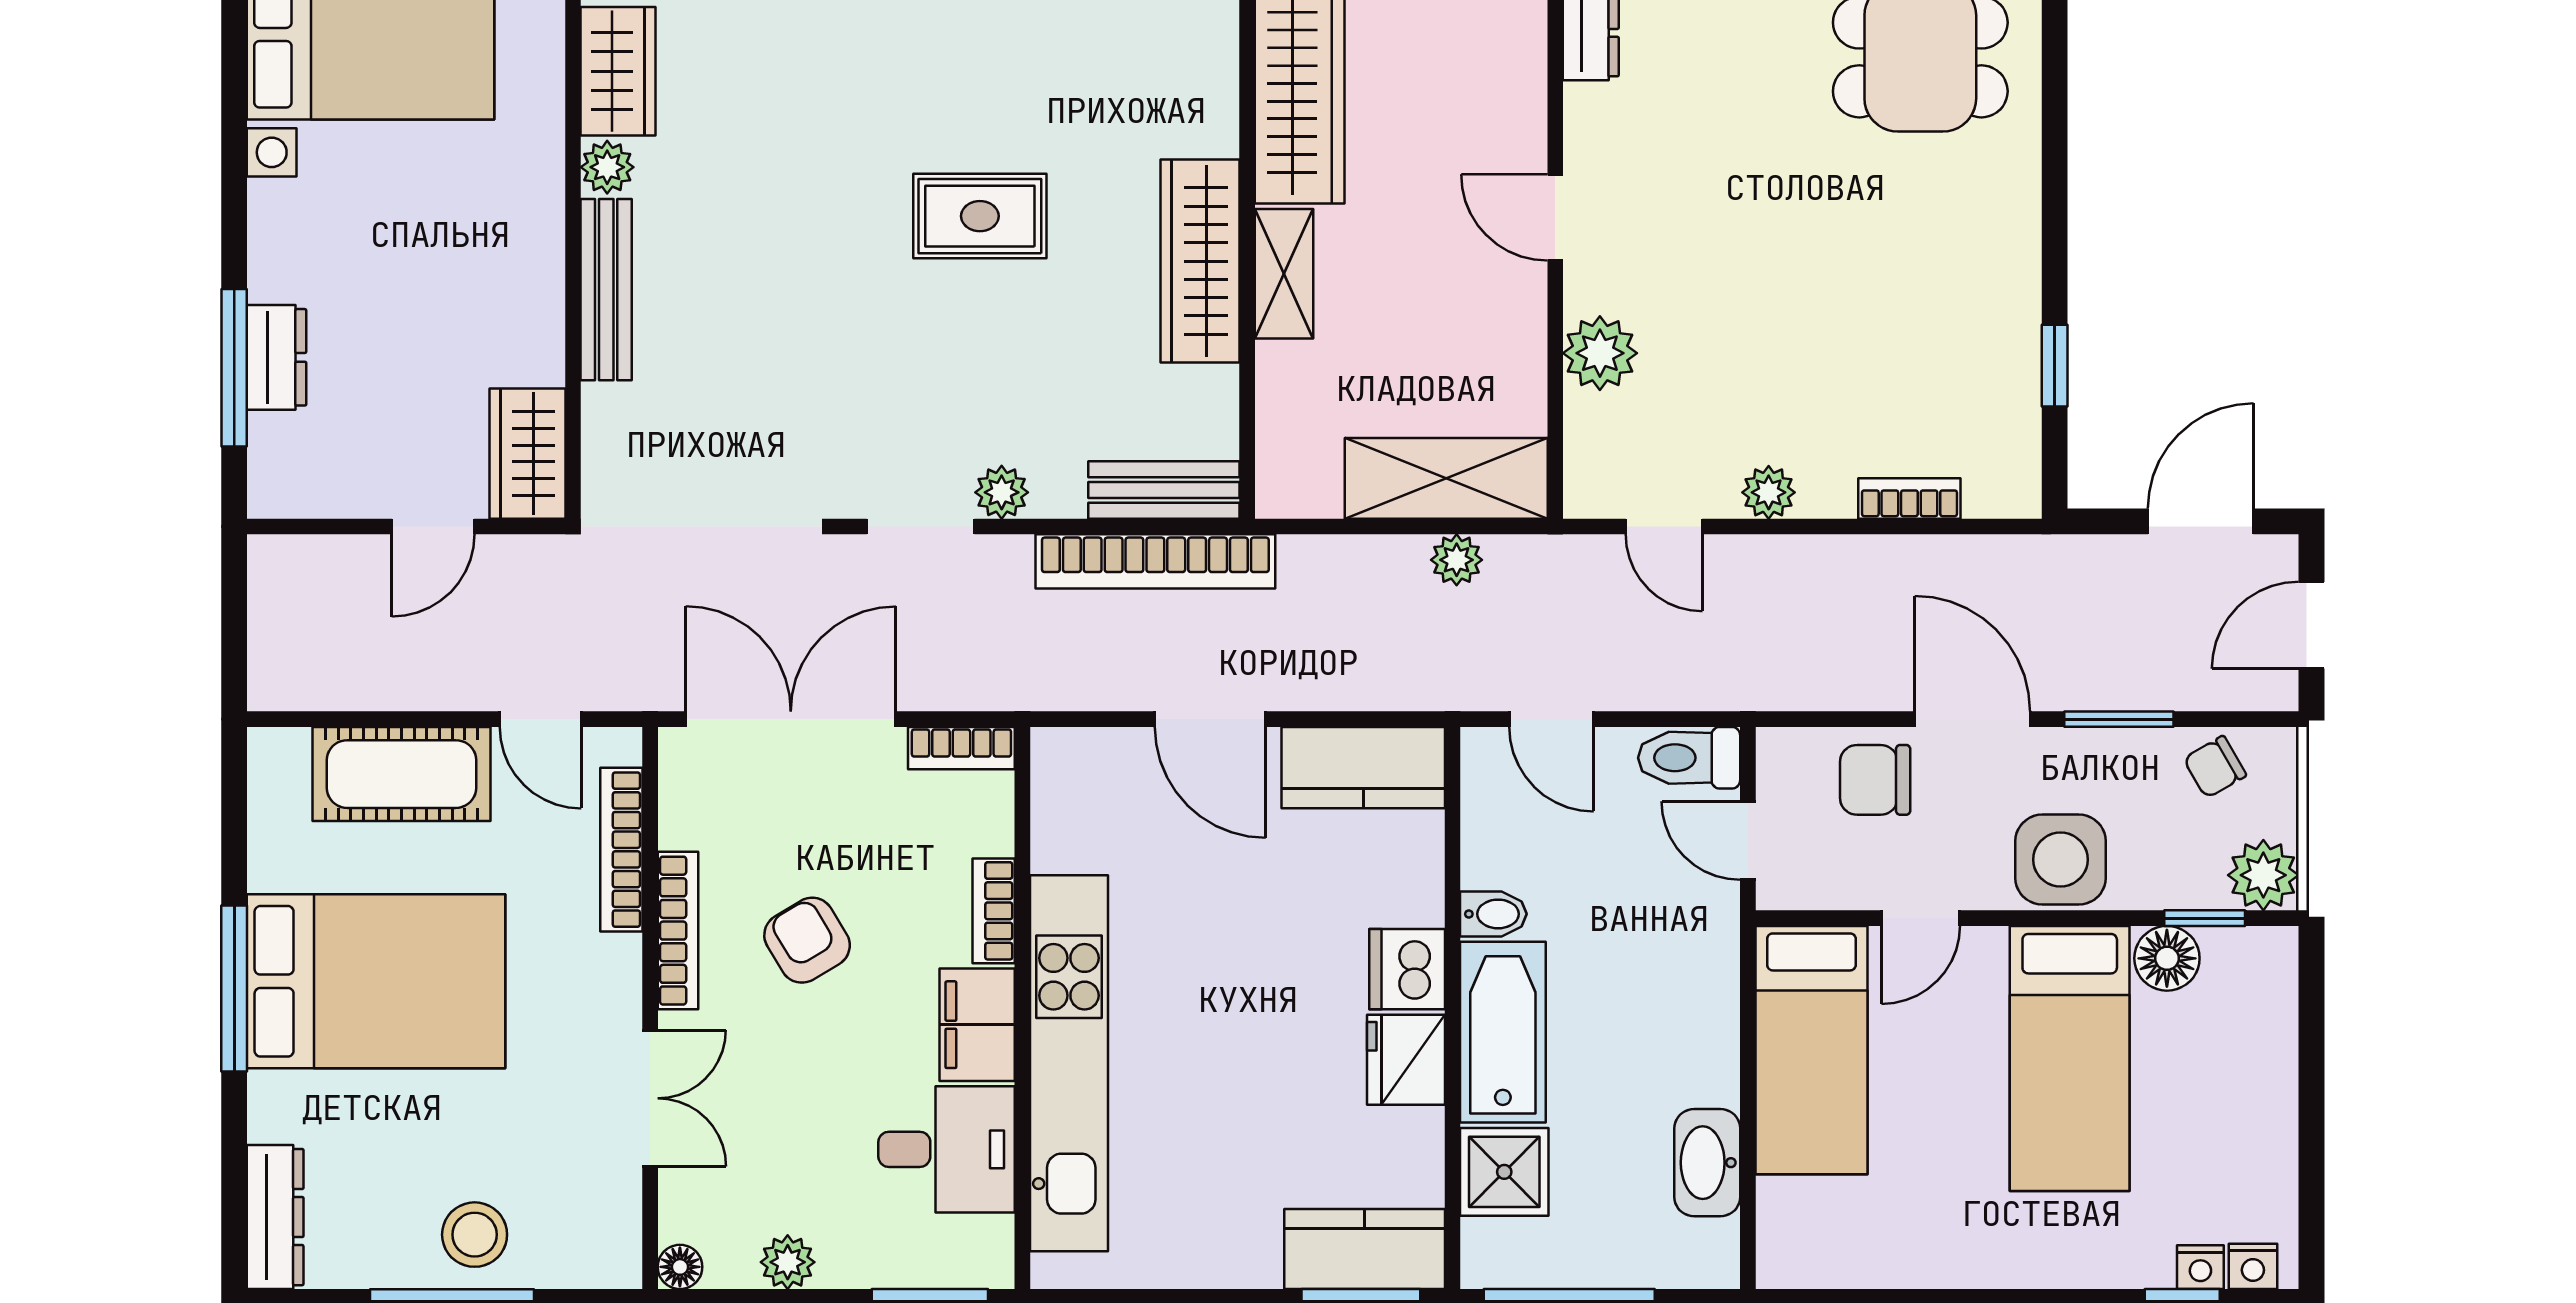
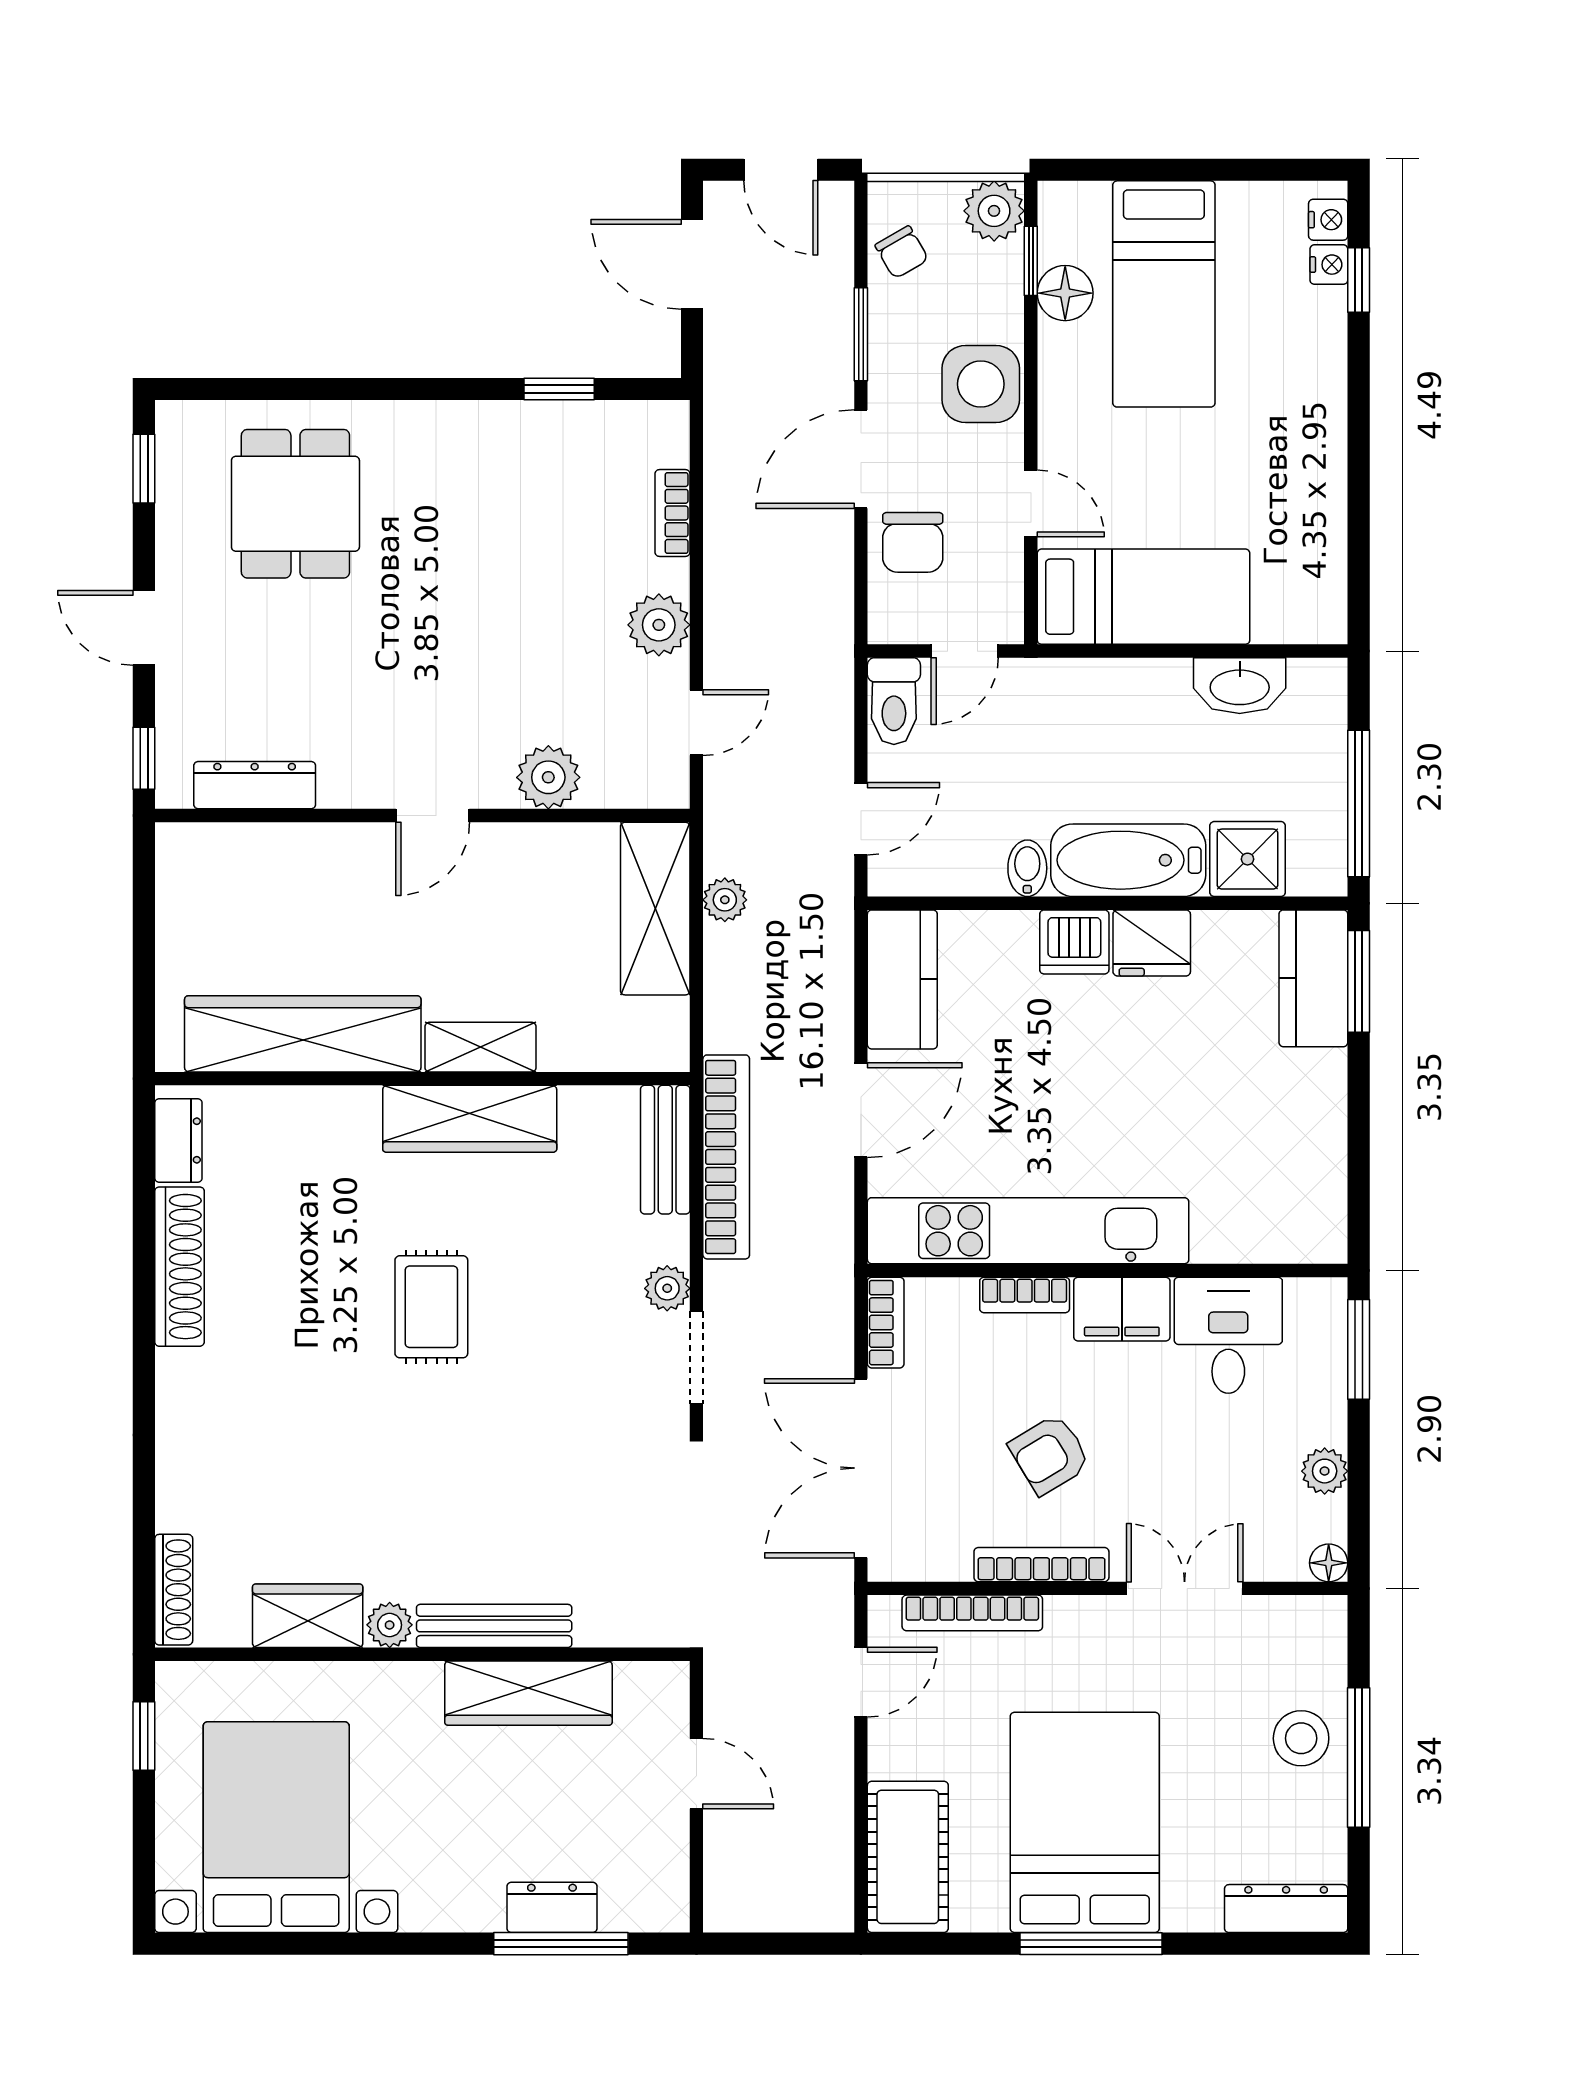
wardrobe: (528, 454) -> (528, 1693), moved, width x1.50
plant: (1769, 492) -> (659, 625), width x1.38, depth x1.38
cot: (401, 774) -> (908, 1857), moved
bed: (2070, 1058) -> (1164, 294), moved, turned 90
kitchen unit: (1069, 1063) -> (1028, 1231), moved

